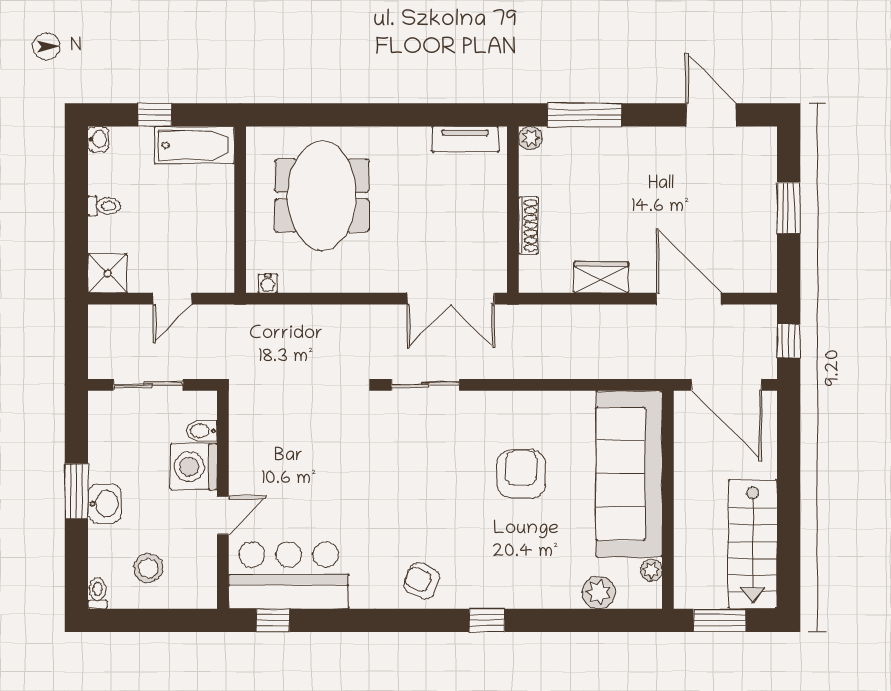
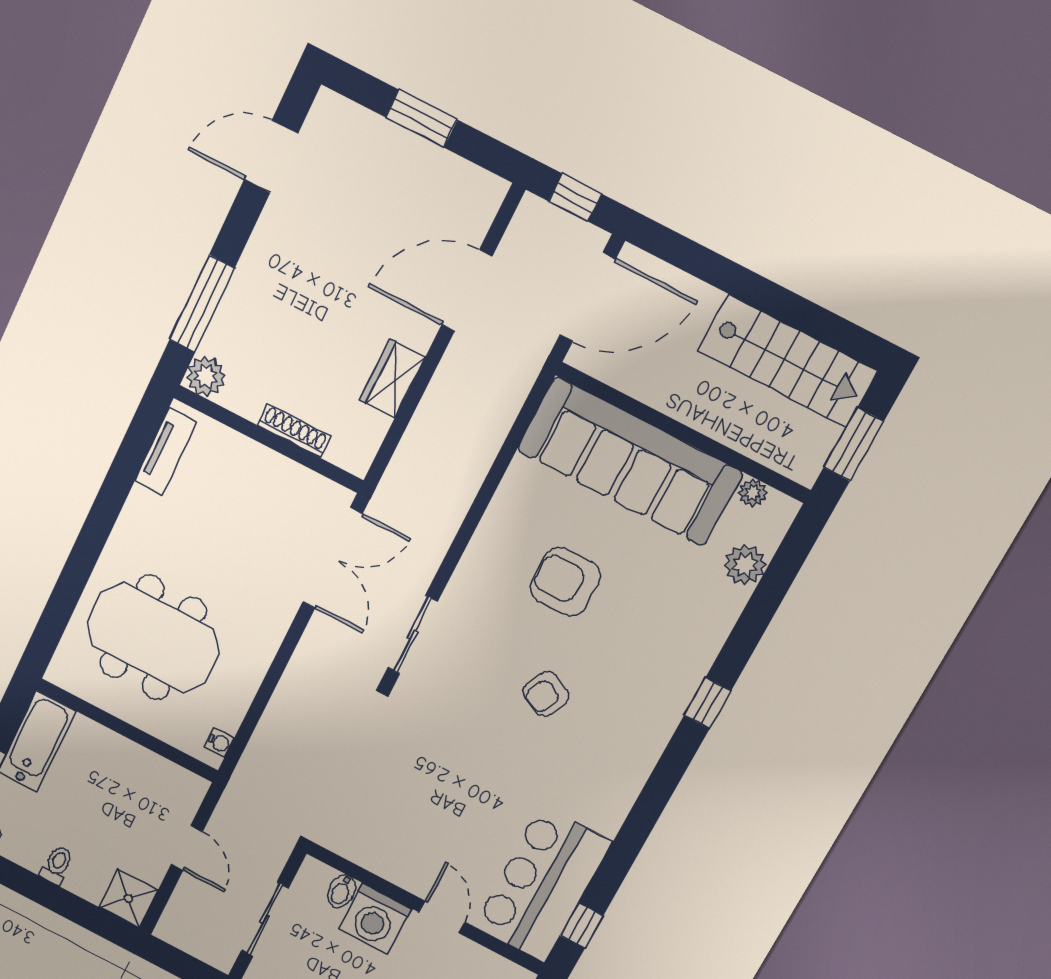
plant: (530, 138) -> (206, 376), width x1.38, depth x1.38
armchair: (422, 581) -> (546, 694), moved

